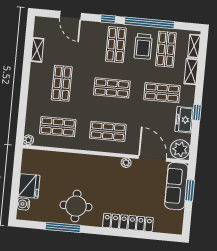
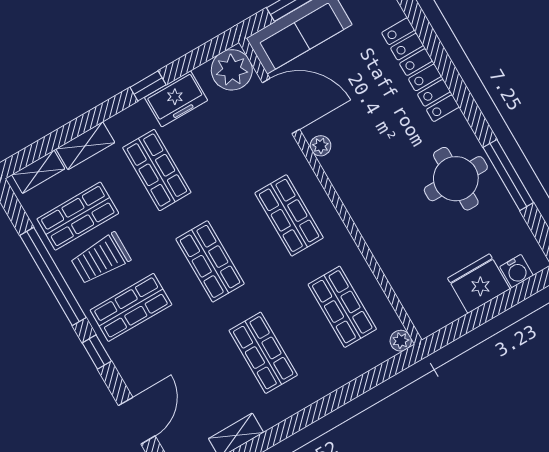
trolley: (143, 46) -> (101, 259), turned 180
shop shelf: (62, 83) -> (263, 353), turned 90
door: (152, 158) -> (281, 106), swing flipped

